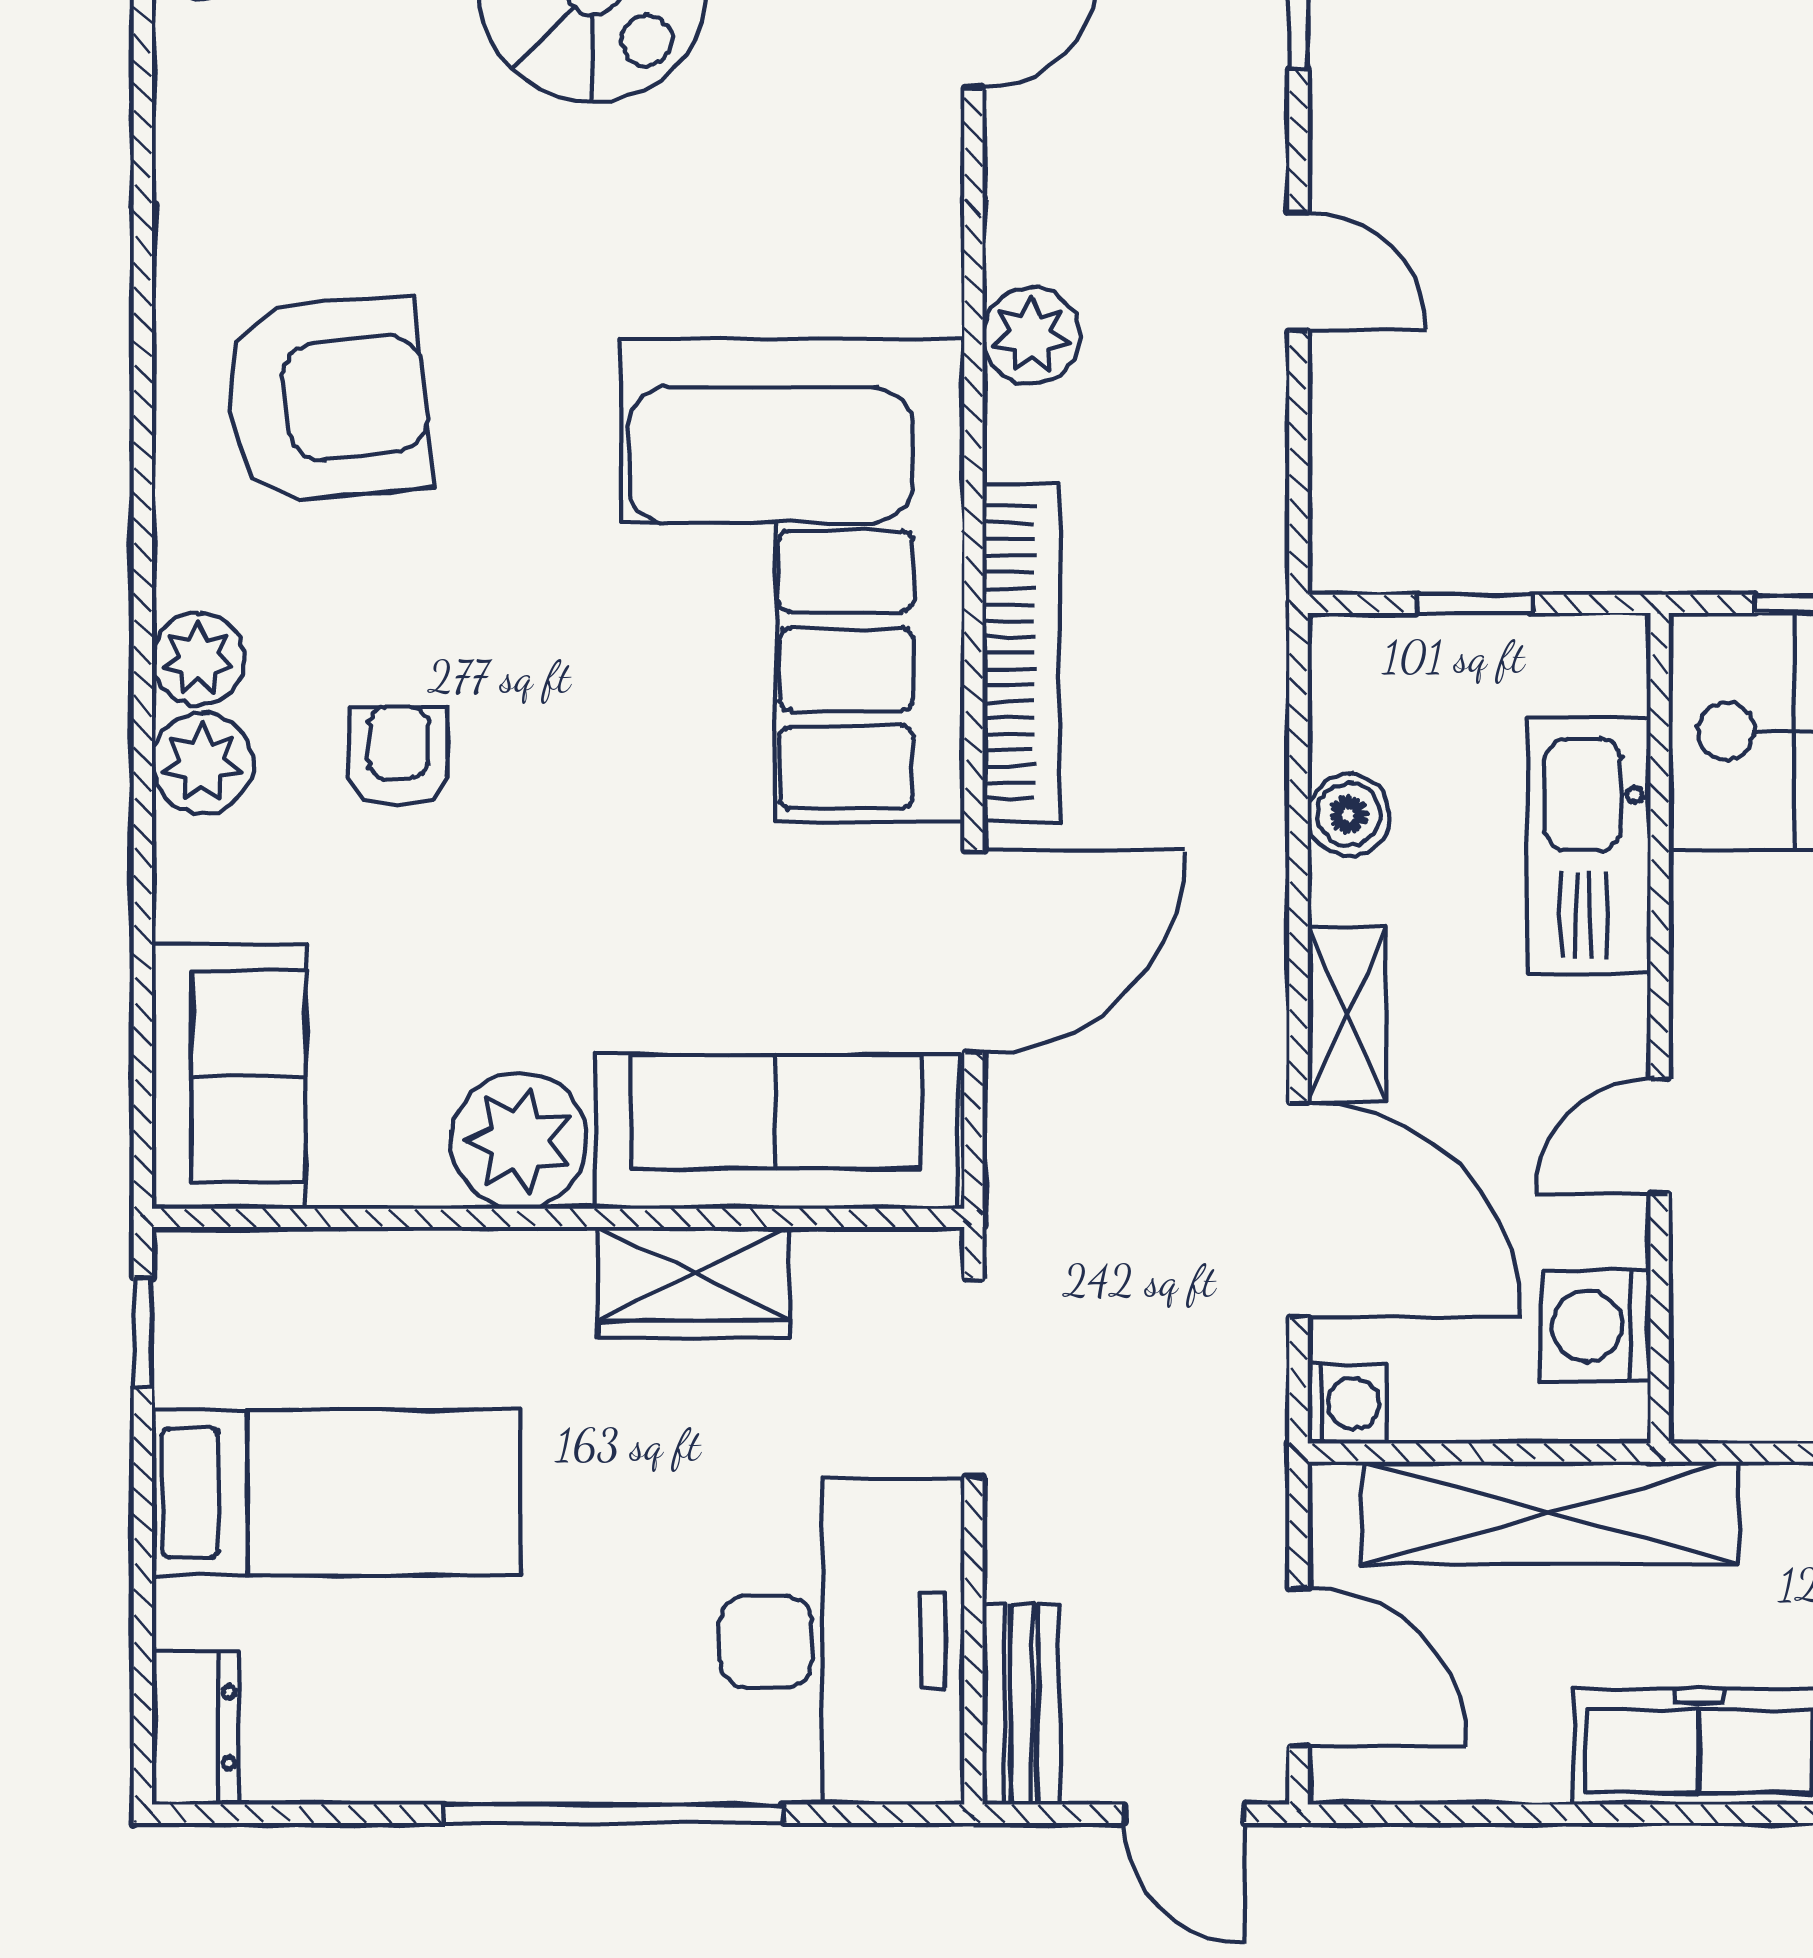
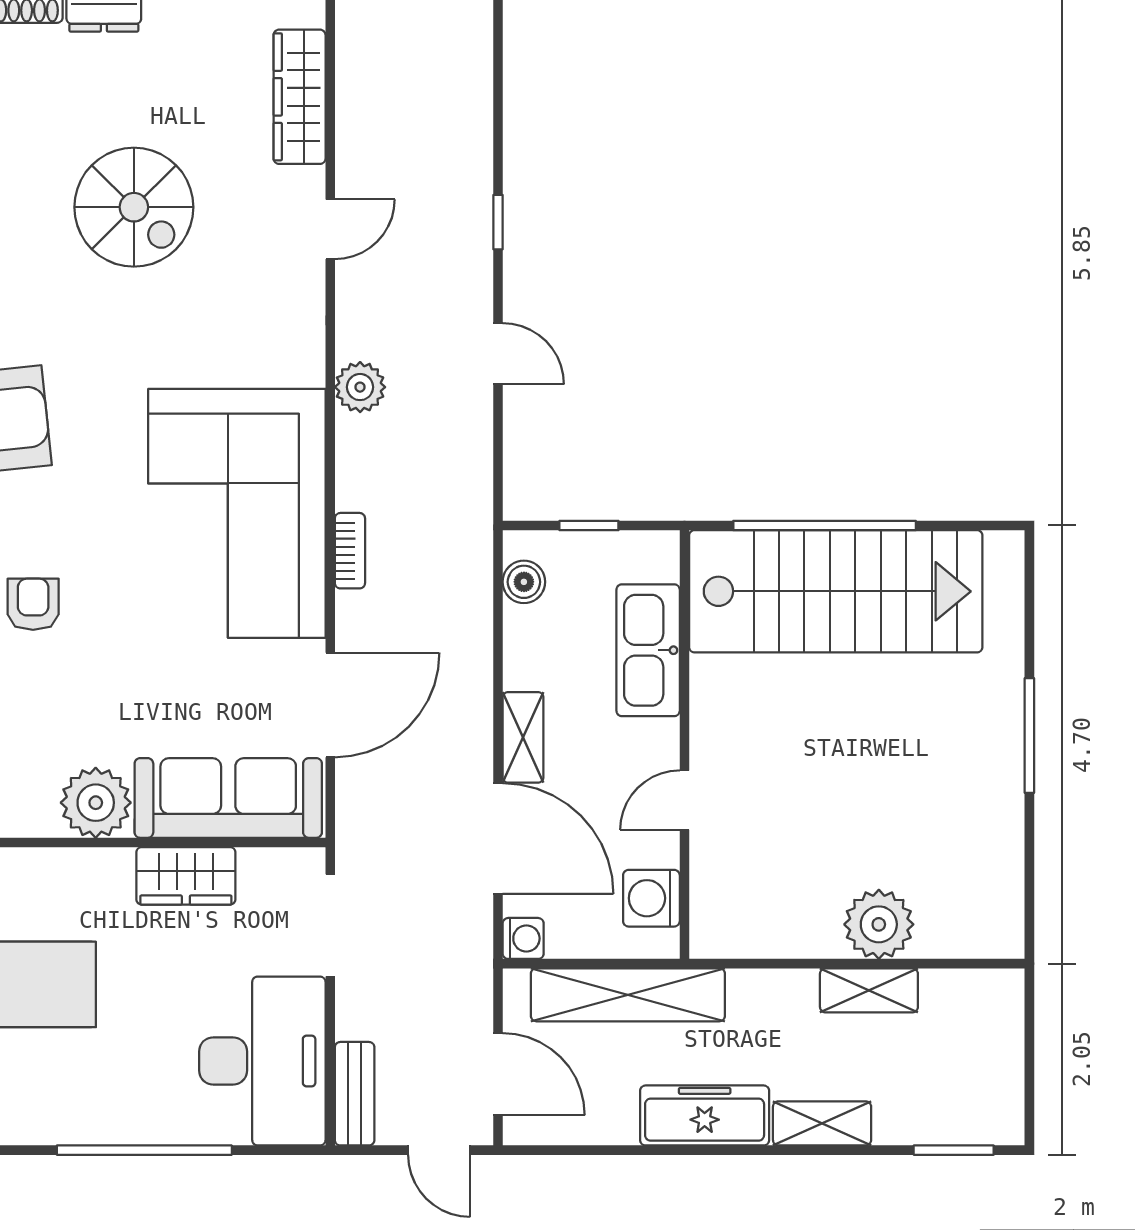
bookcase: (1021, 653) -> (350, 551), width x0.43, depth x0.76
boiler: (1349, 815) -> (524, 582), moved

